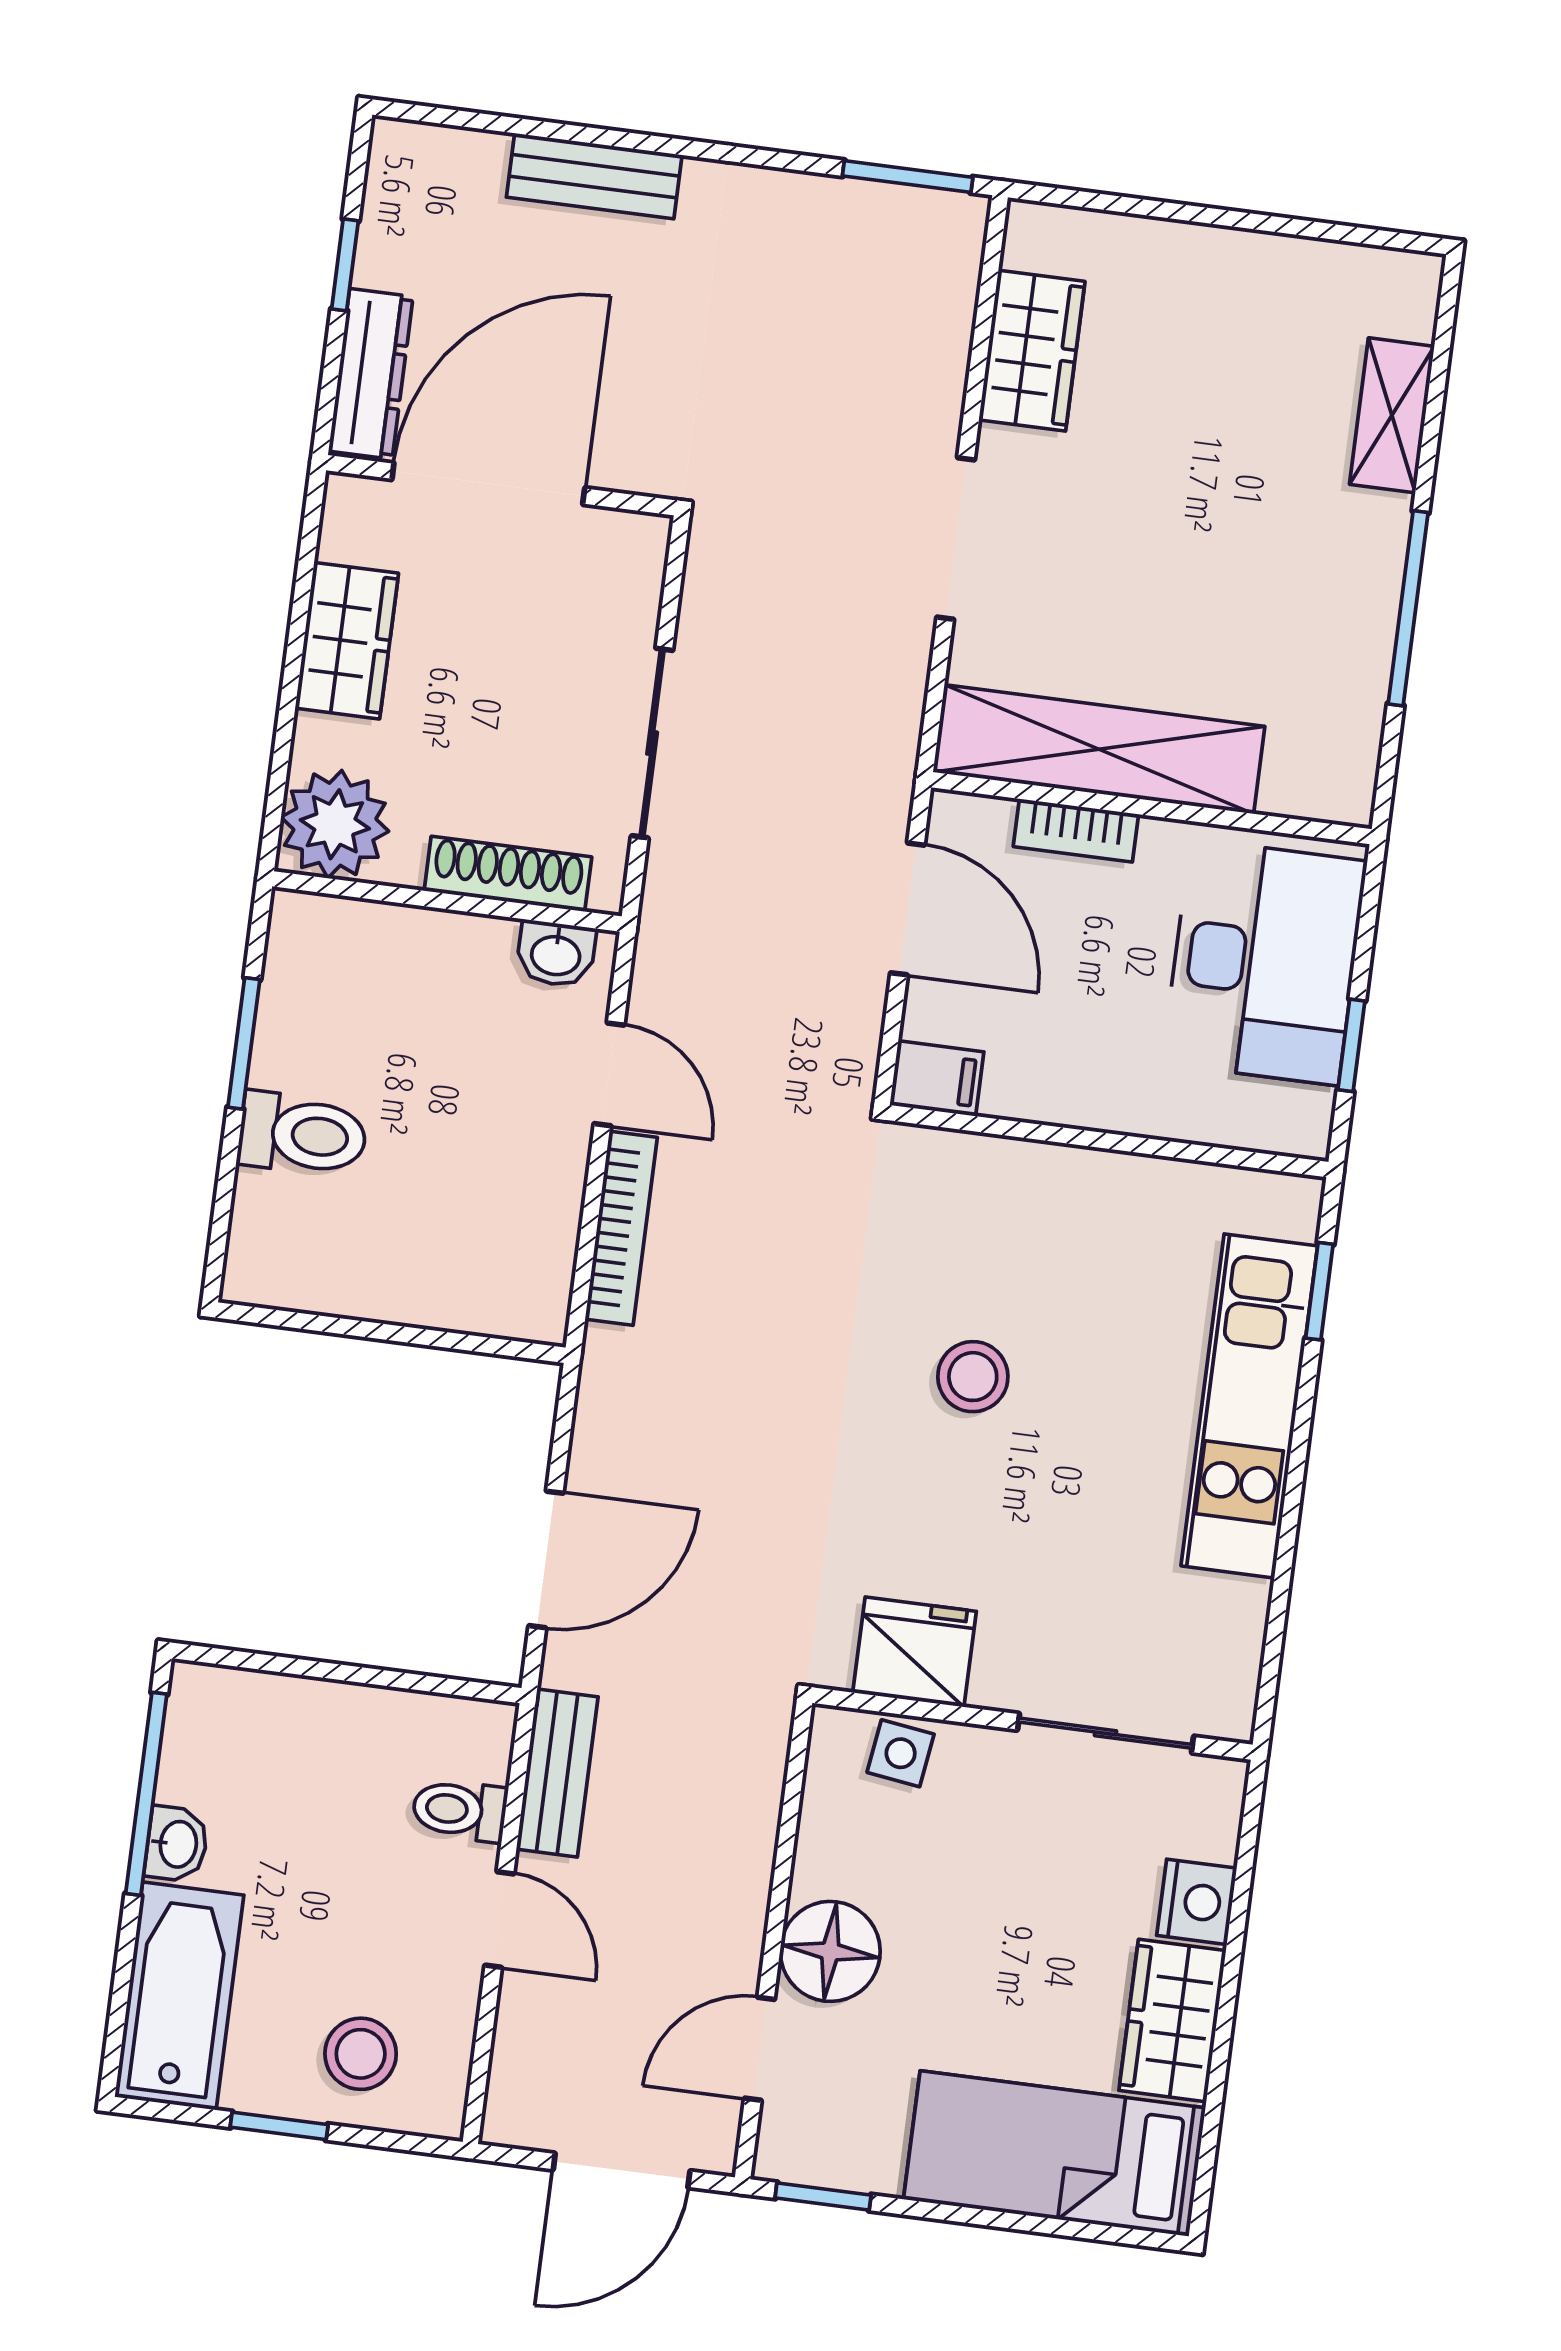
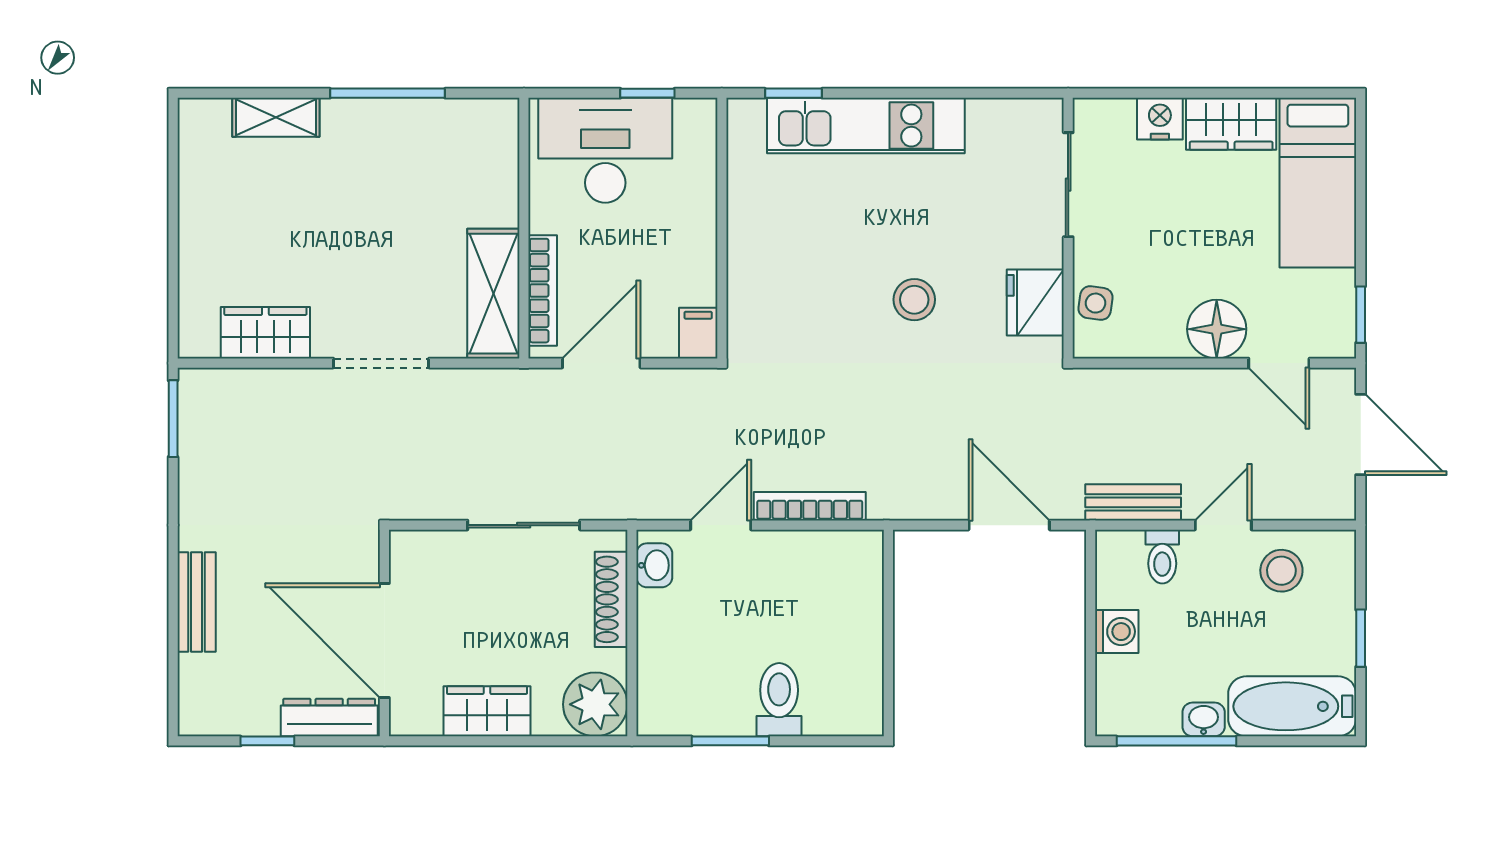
shelving: (1099, 749) -> (493, 294), width x0.68
bookcase: (1076, 830) -> (543, 291), width x1.56
stool: (973, 1377) -> (914, 300), moved
washing machine: (343, 1717) -> (1117, 632), added
stool: (361, 2054) -> (1281, 571), moved

